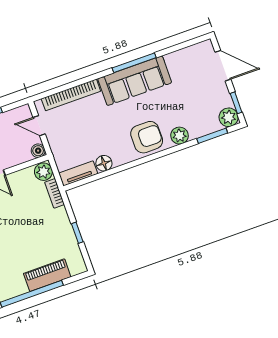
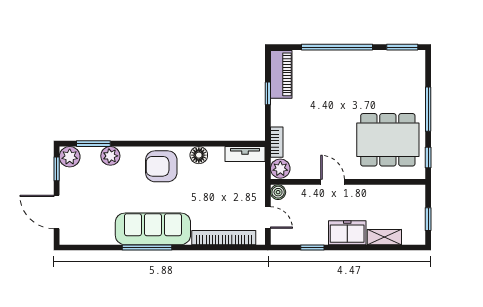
plant: (179, 136) -> (110, 156), moved
floor lamp: (104, 163) -> (199, 155), moved
piano: (47, 275) -> (281, 74), moved, turned -90

